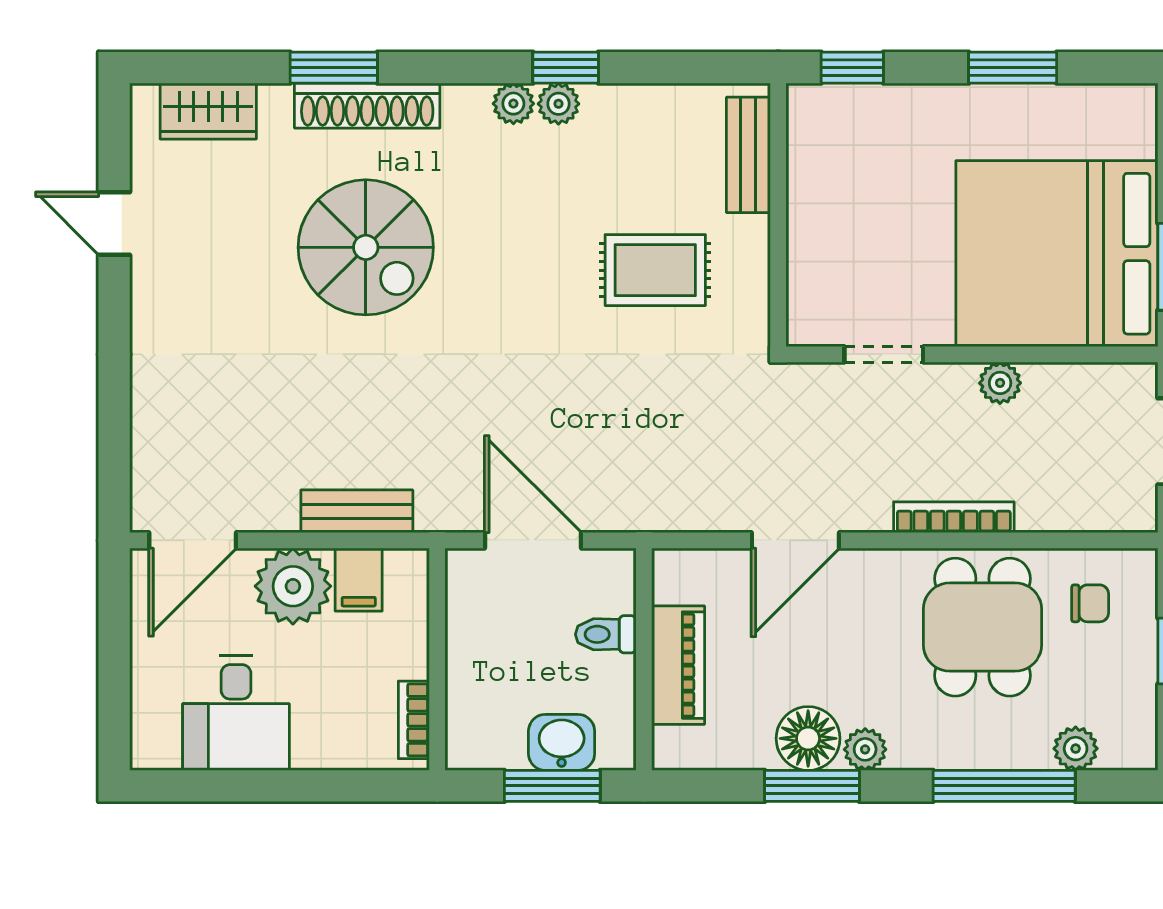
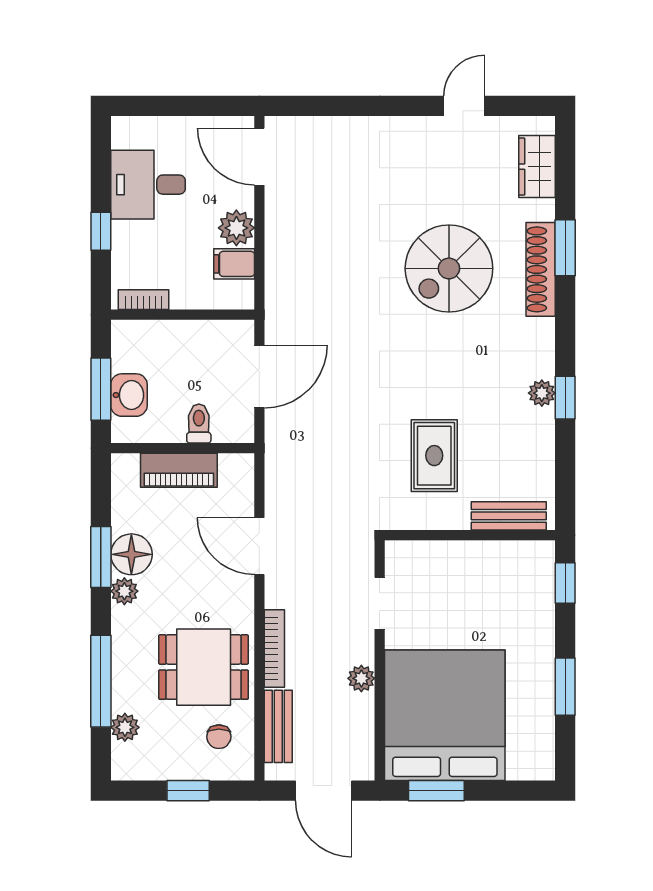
plant: (513, 104) -> (542, 364), removed
bench: (357, 511) -> (278, 726), moved
plant: (293, 586) -> (236, 228), width x0.73, depth x0.73
window: (308, 786) -> (101, 231), added

